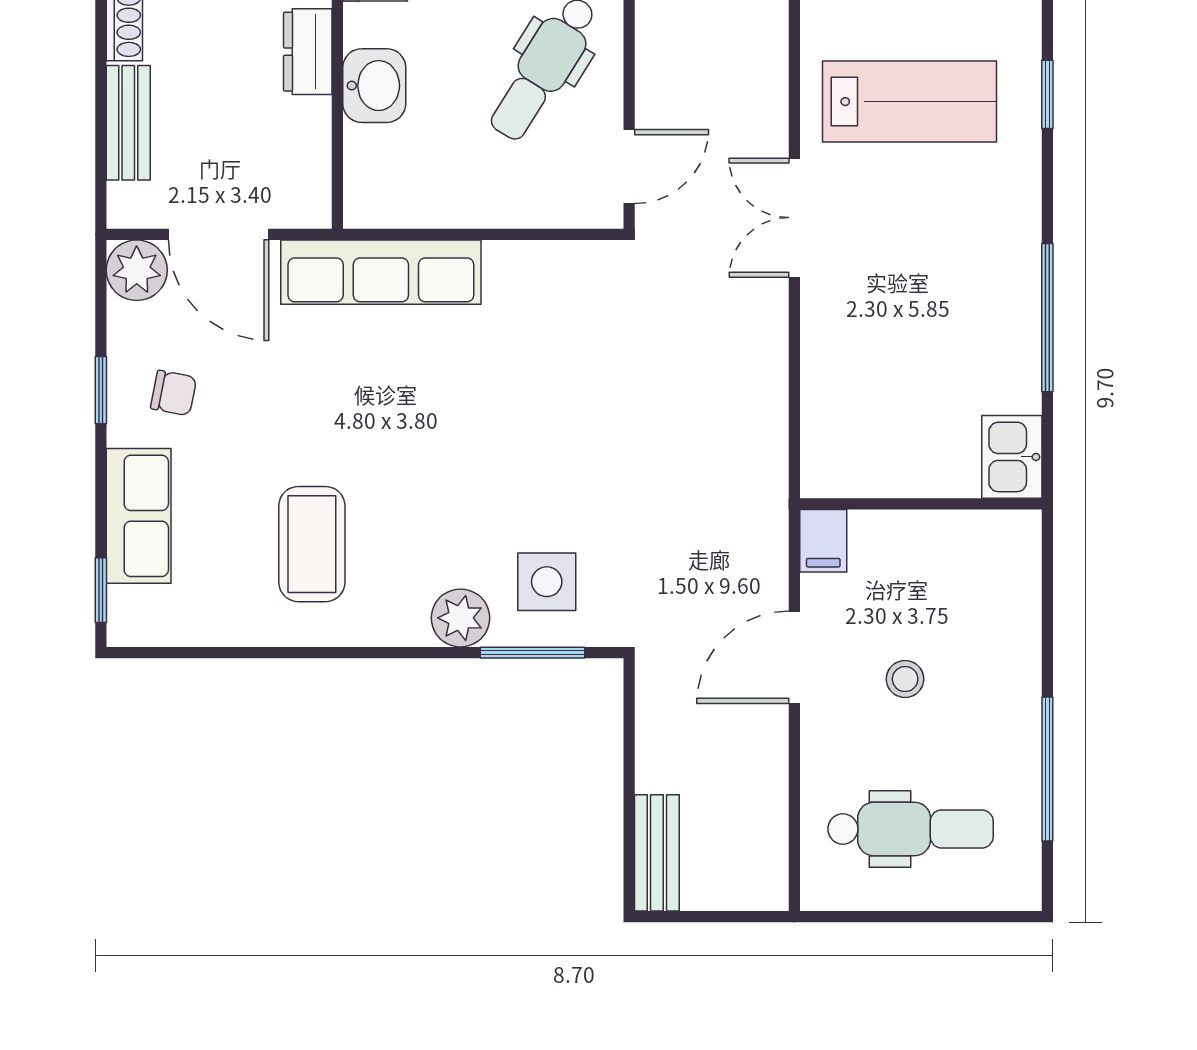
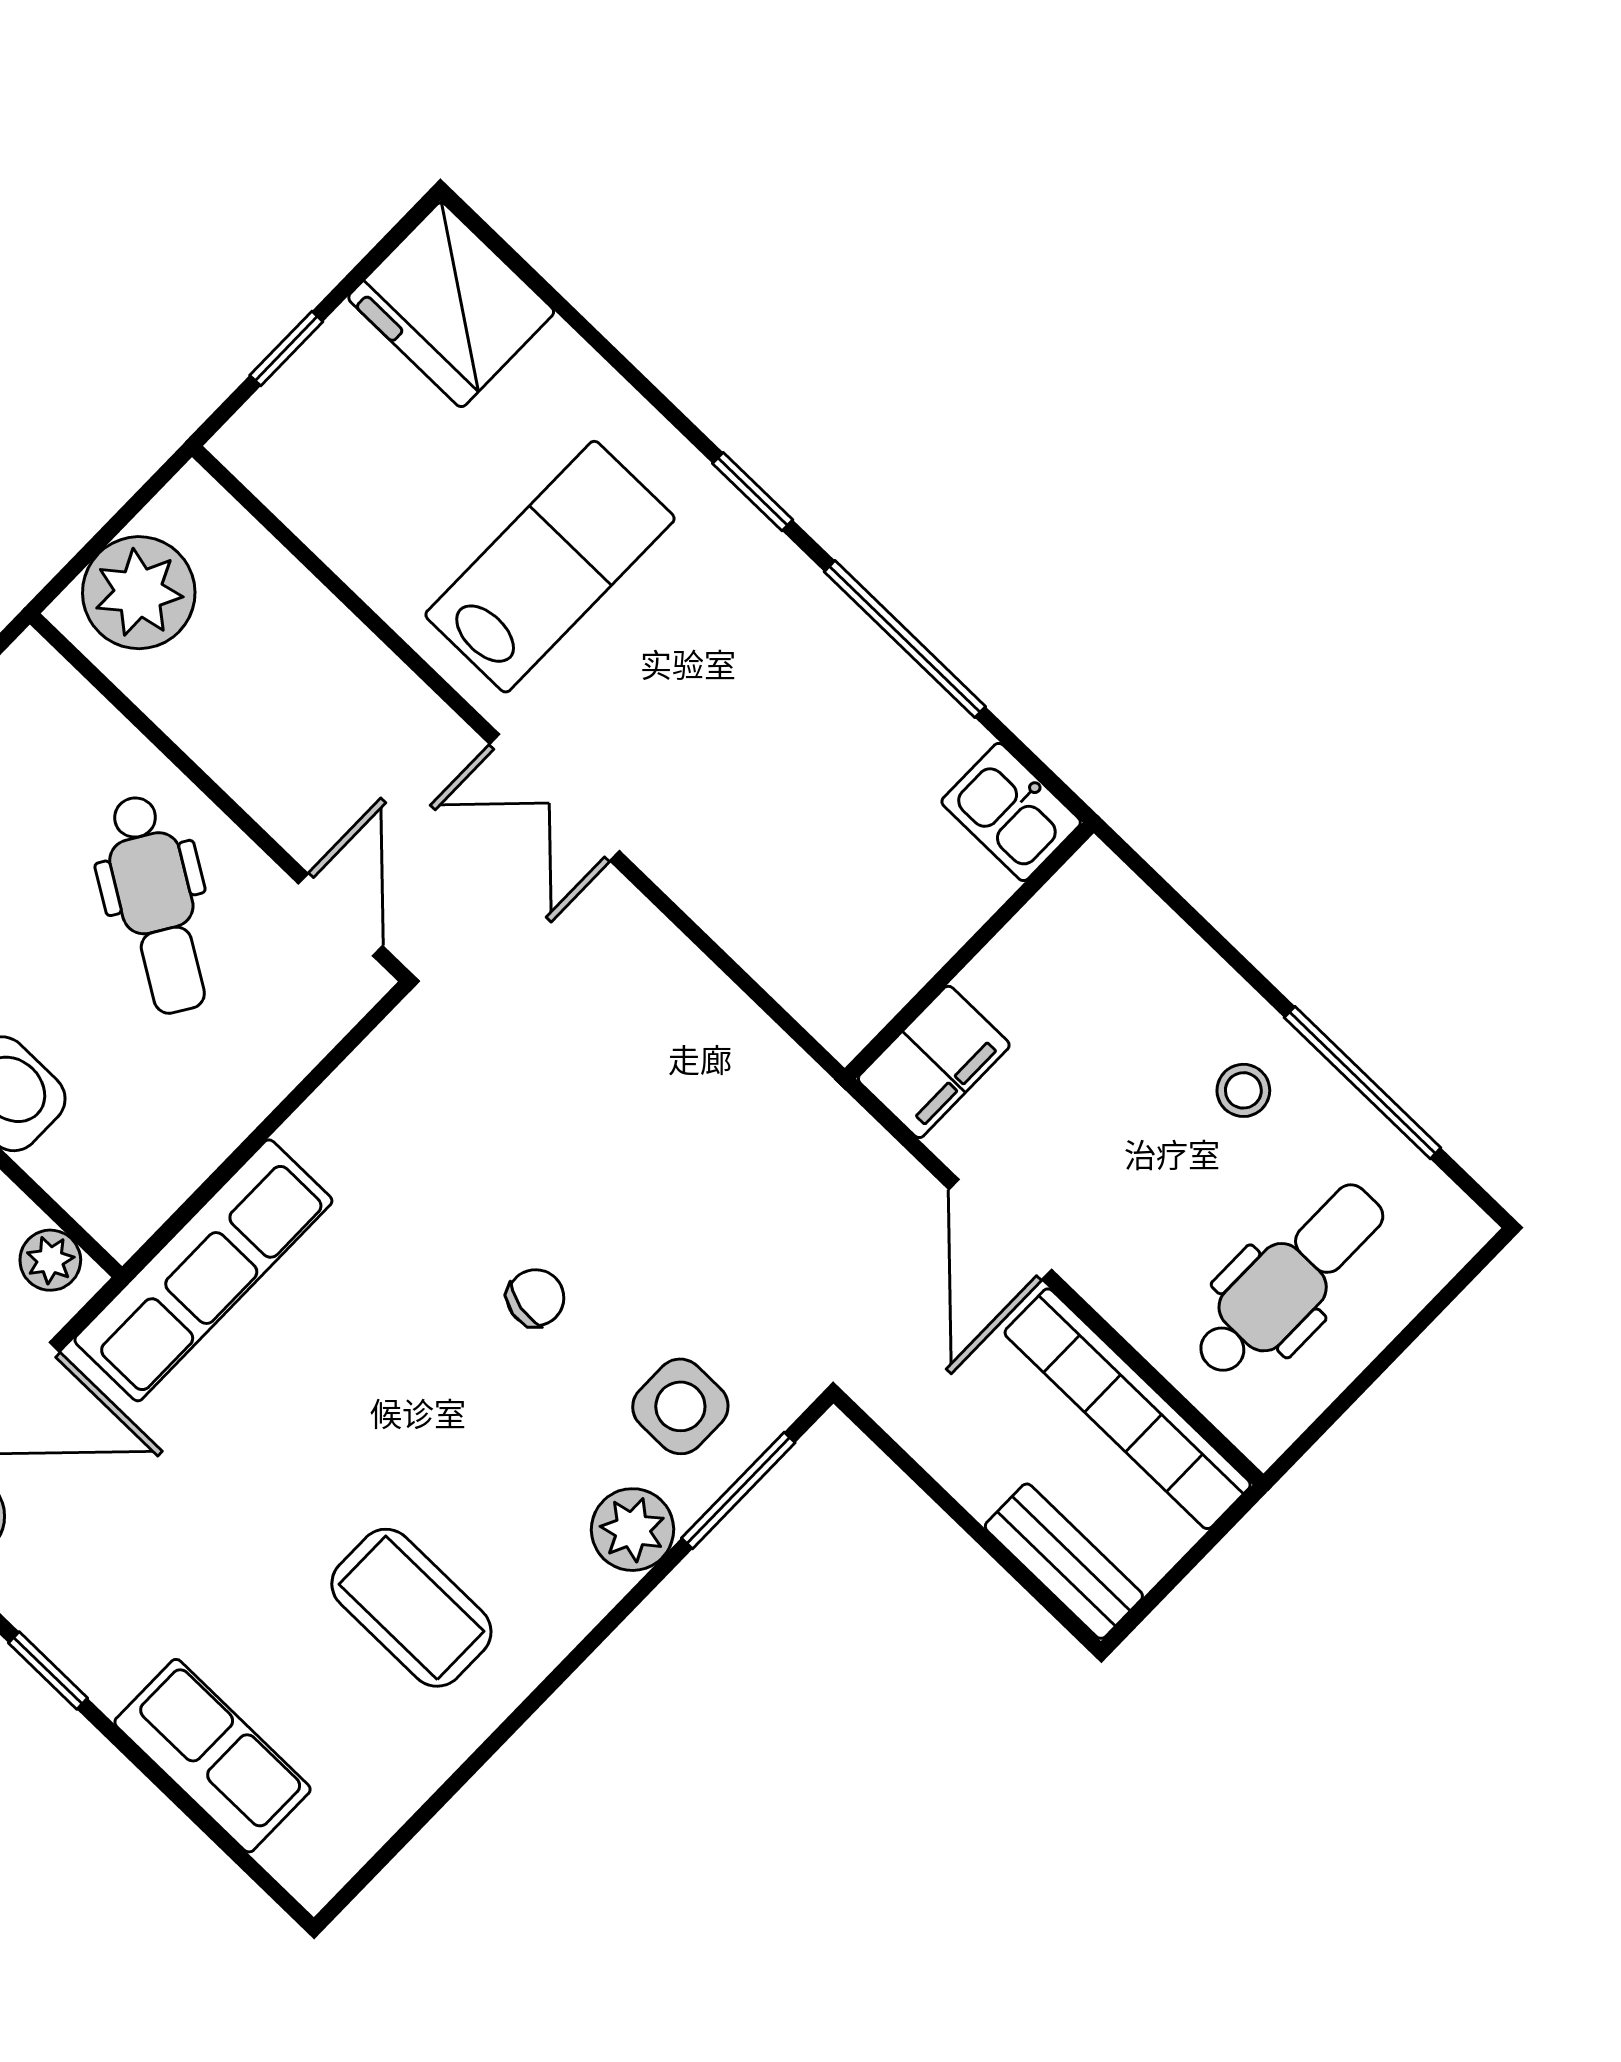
window: (1047, 94) -> (753, 492), moved
plant: (311, 189) -> (50, 1260), added
chair: (174, 393) -> (536, 1298), moved
filing cabinet: (823, 541) -> (934, 1062), width x2.00
window: (101, 590) -> (251, 1867), removed
stool: (905, 679) -> (1243, 1090), moved
bookcase: (766, 810) -> (1128, 1409), added

